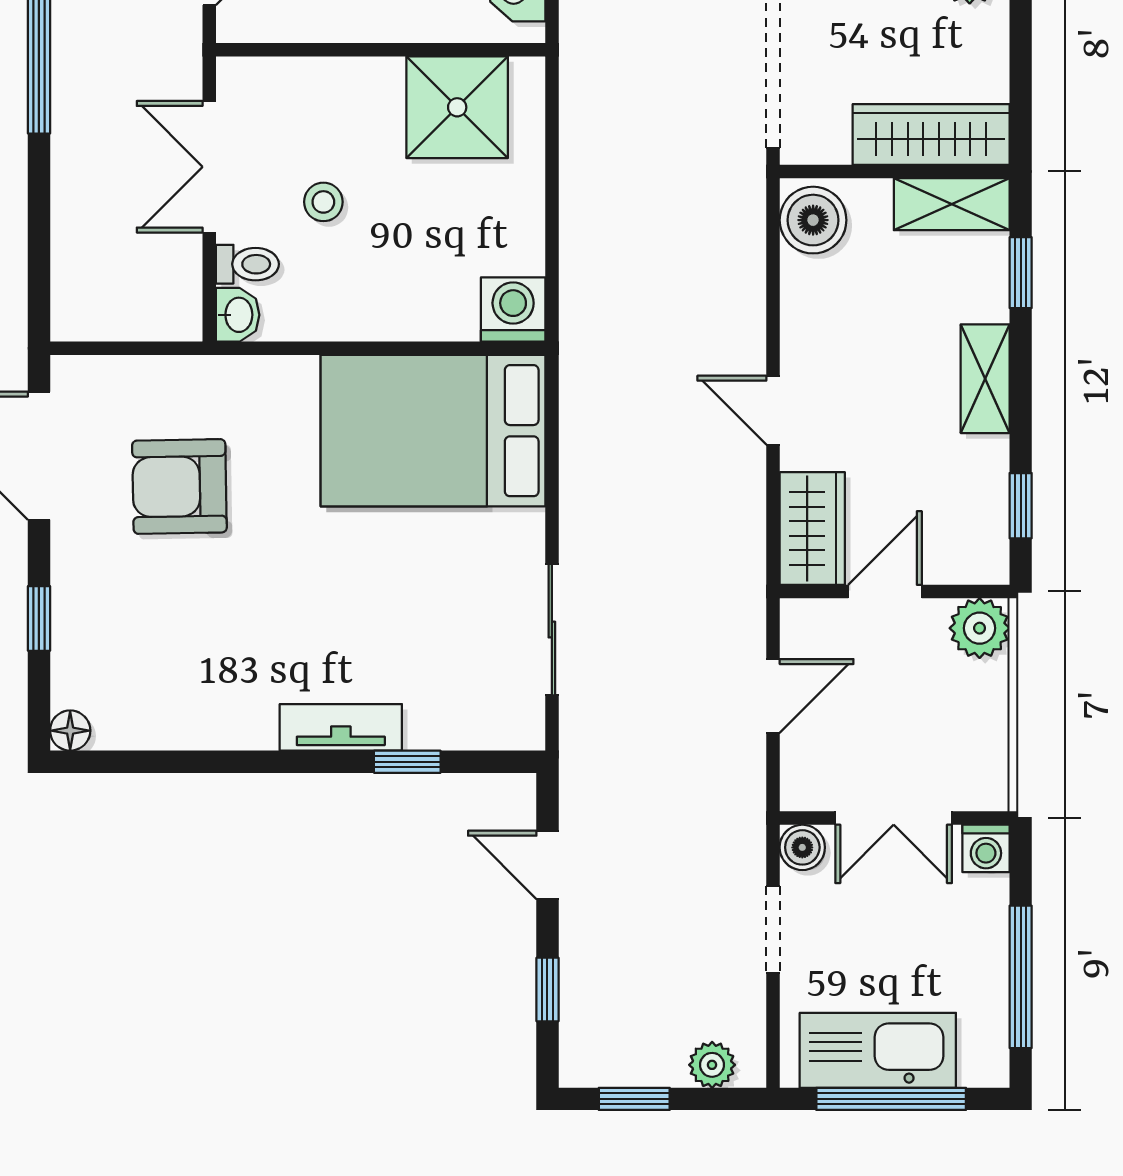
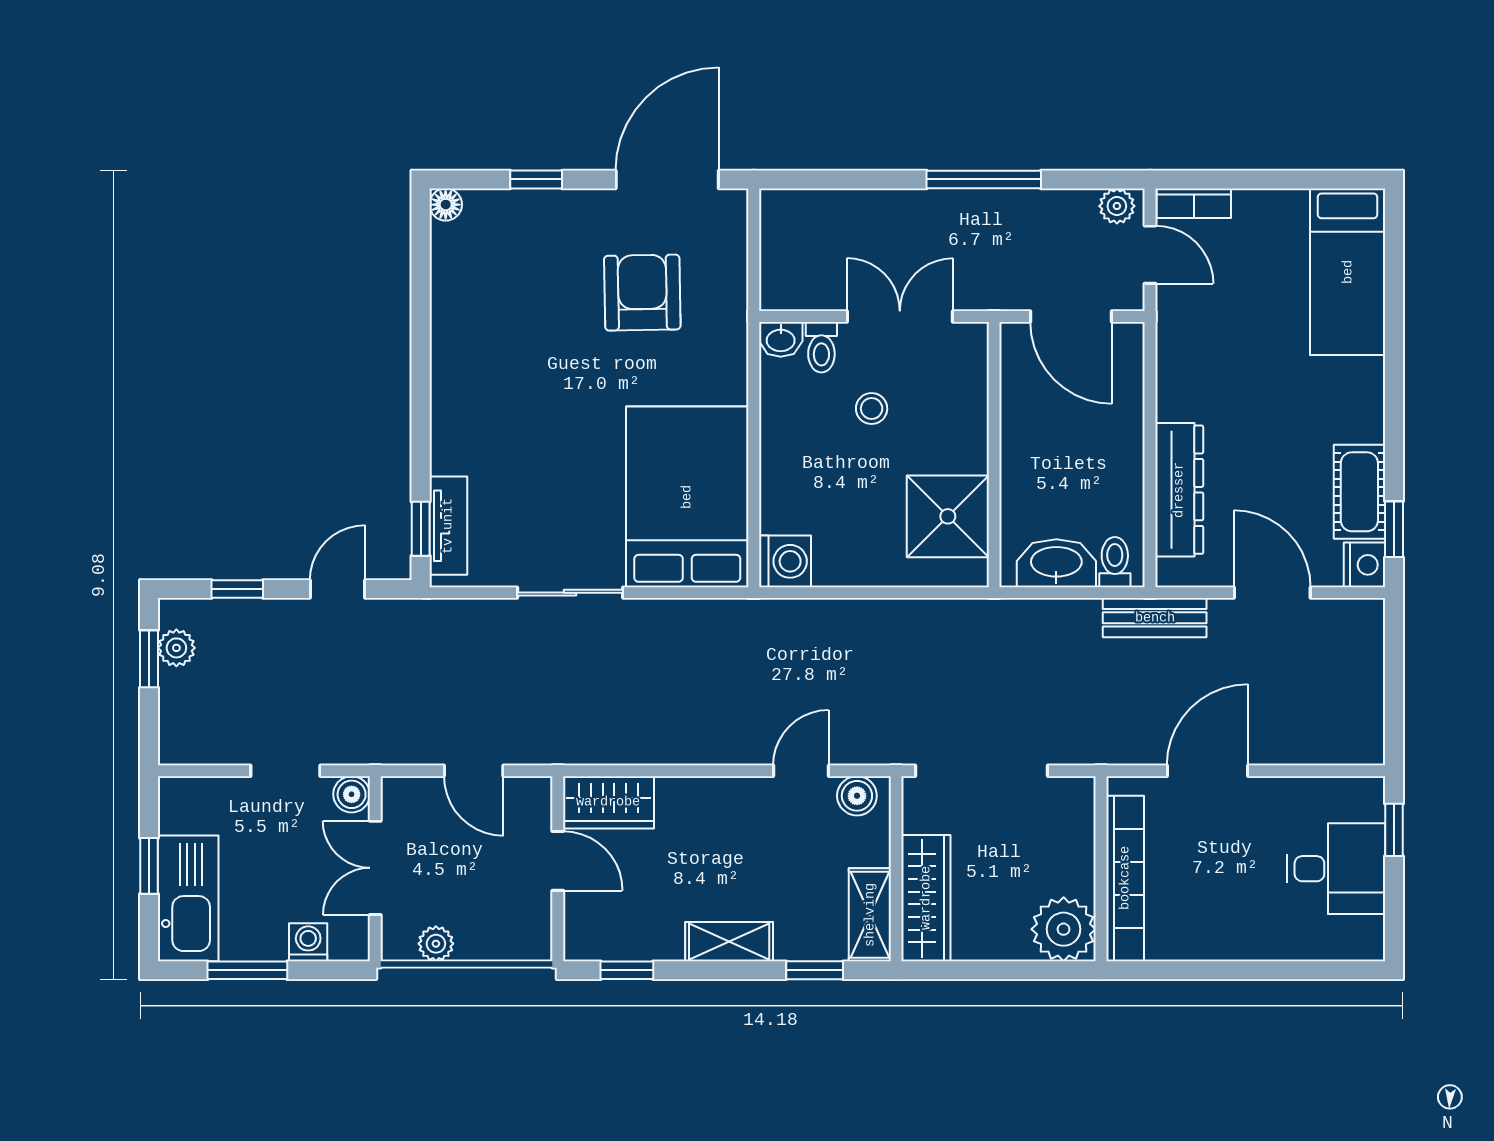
boiler: (813, 220) -> (857, 796), width x0.73, depth x0.73
door: (773, 410) -> (801, 771), moved
plant: (980, 628) -> (436, 944), moved, width x0.73, depth x0.73
sliding door: (552, 630) -> (570, 593), moved
tv unit: (341, 727) -> (448, 526), moved
window: (407, 762) -> (421, 529), moved
washing machine: (986, 848) -> (308, 942), moved, turned 90
window: (1021, 977) -> (247, 970), width x0.69
kitchen sink: (878, 1050) -> (188, 898), moved
plant: (712, 1065) -> (176, 648), moved
window: (891, 1099) -> (149, 866), width x0.46

